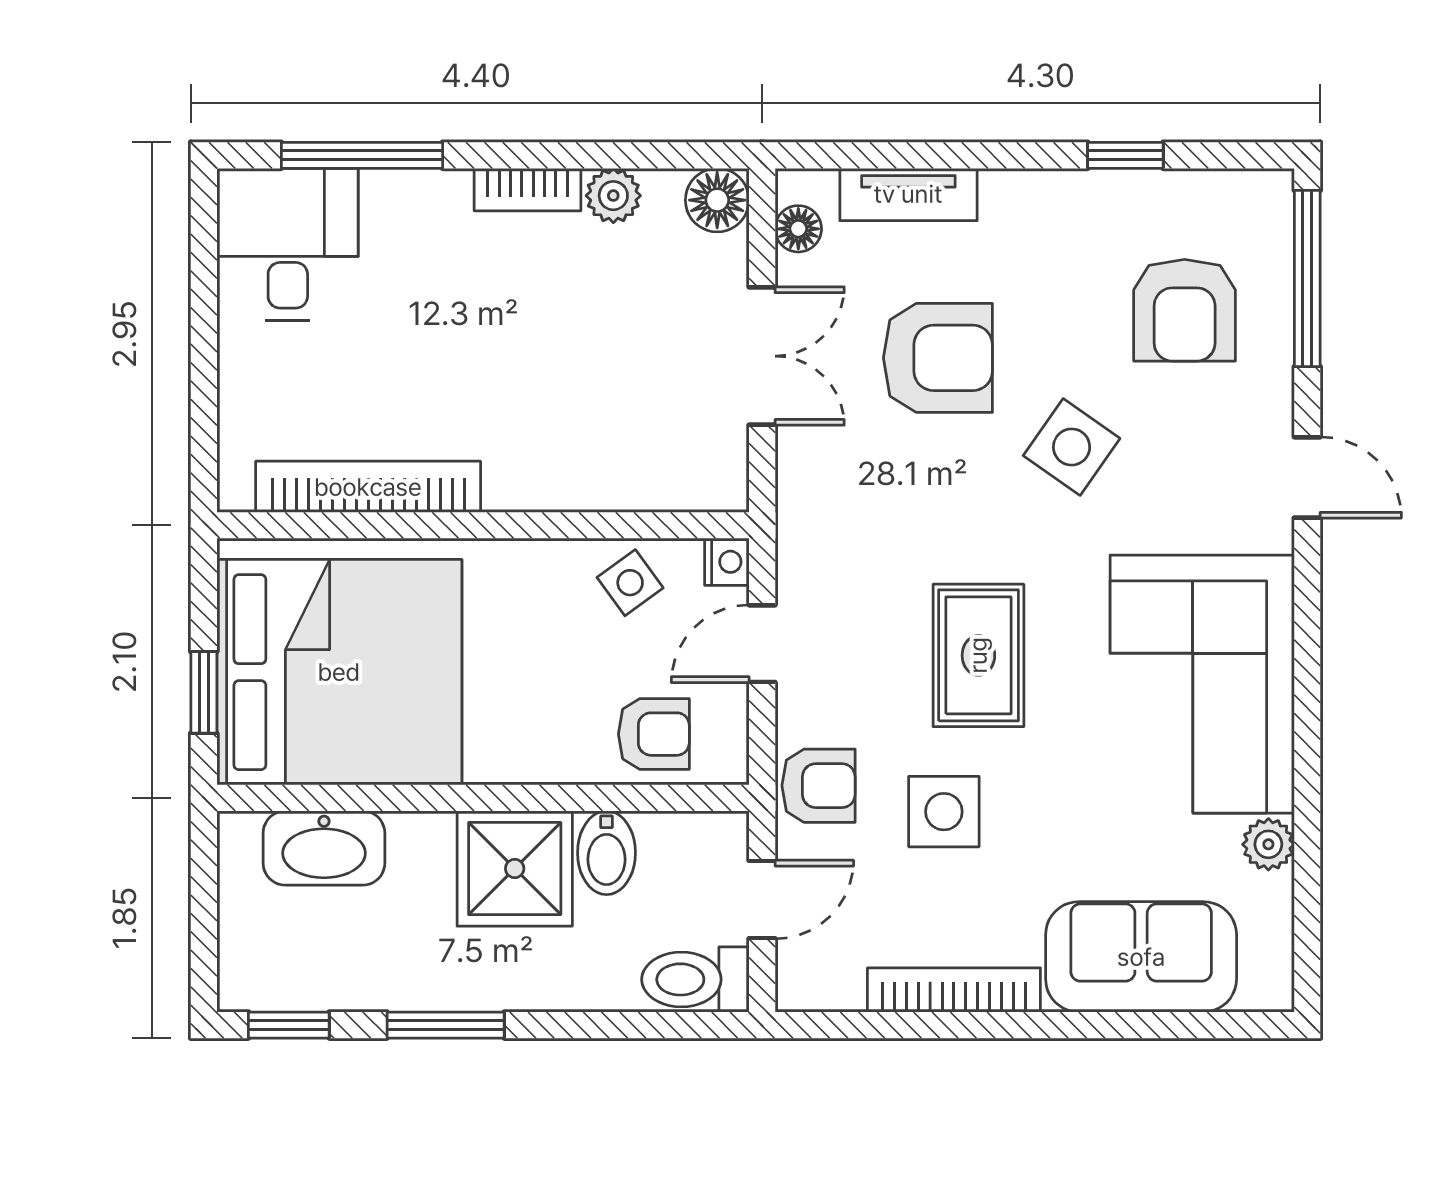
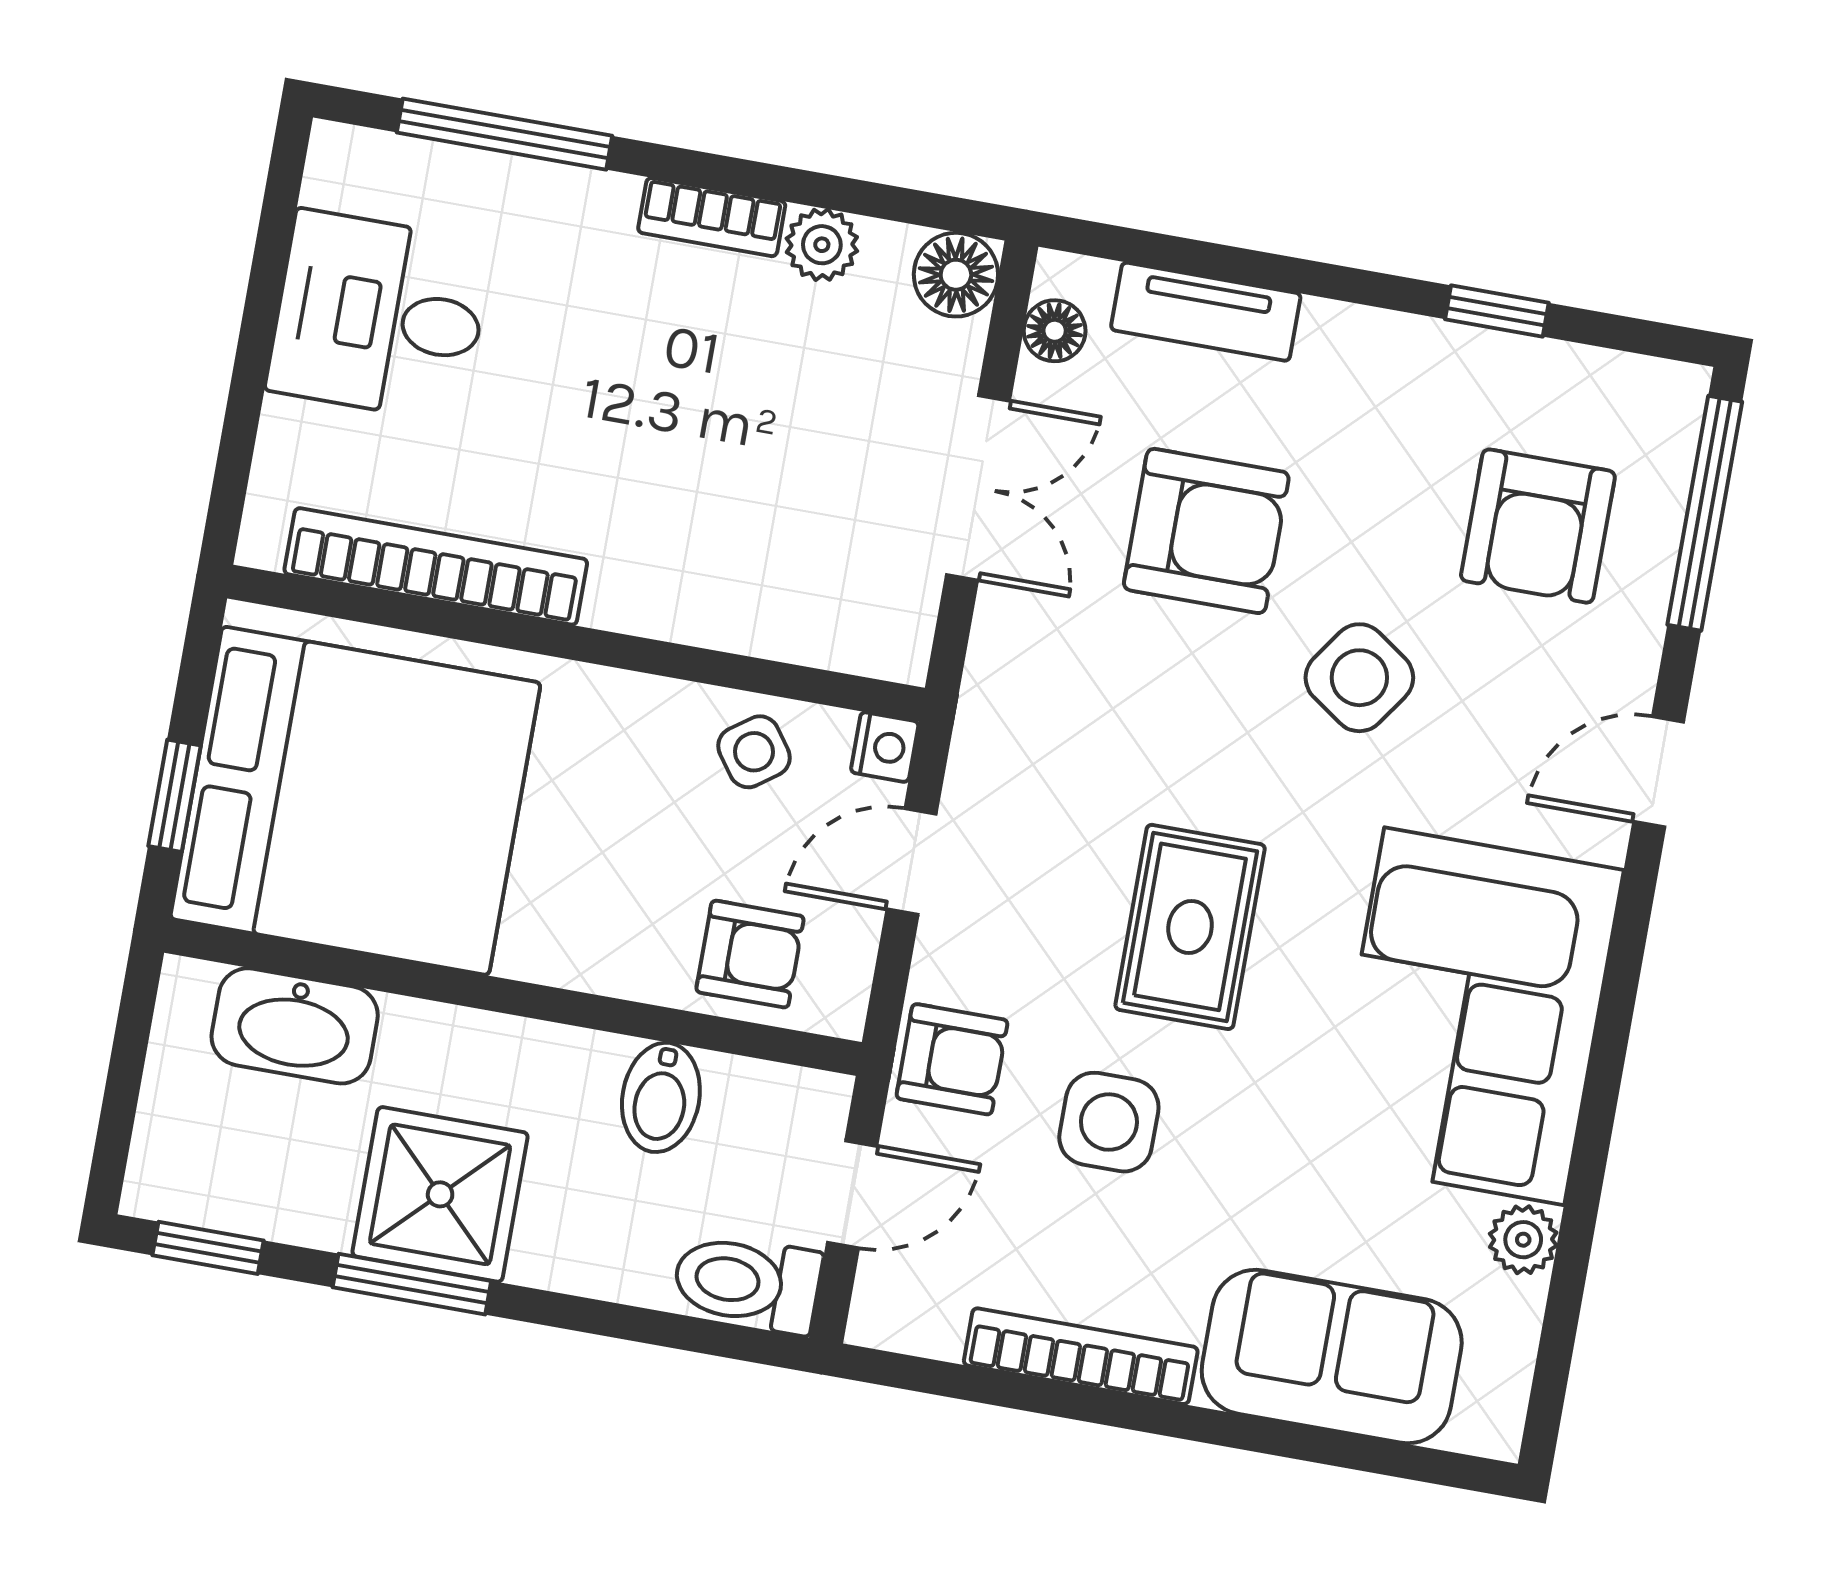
desk: (288, 244) -> (379, 316), moved, turned -90
door: (1307, 477) -> (1659, 772), swing flipped
shower: (515, 869) -> (440, 1194), moved

